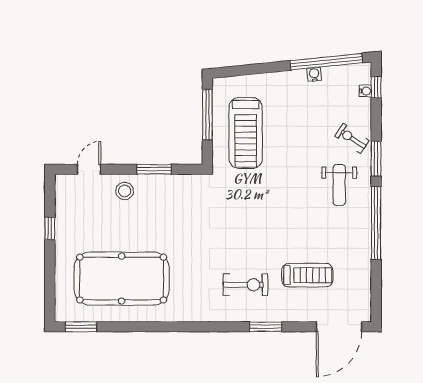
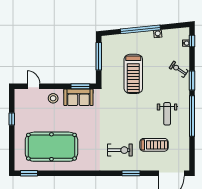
window: (326, 62) -> (140, 29), moved
treadmill: (246, 133) -> (133, 74), moved
door: (89, 169) -> (33, 86), hinge flipped
window: (154, 169) -> (80, 86), moved
weight bench: (339, 185) -> (167, 114), moved
sofa: (170, 189) -> (78, 97), added

